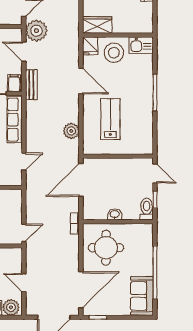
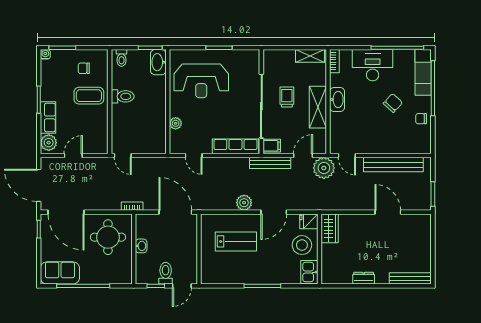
bench: (31, 85) -> (270, 163), width x1.36
plant: (71, 131) -> (244, 203), moved
toilet: (147, 209) -> (166, 273), moved, turned -90

